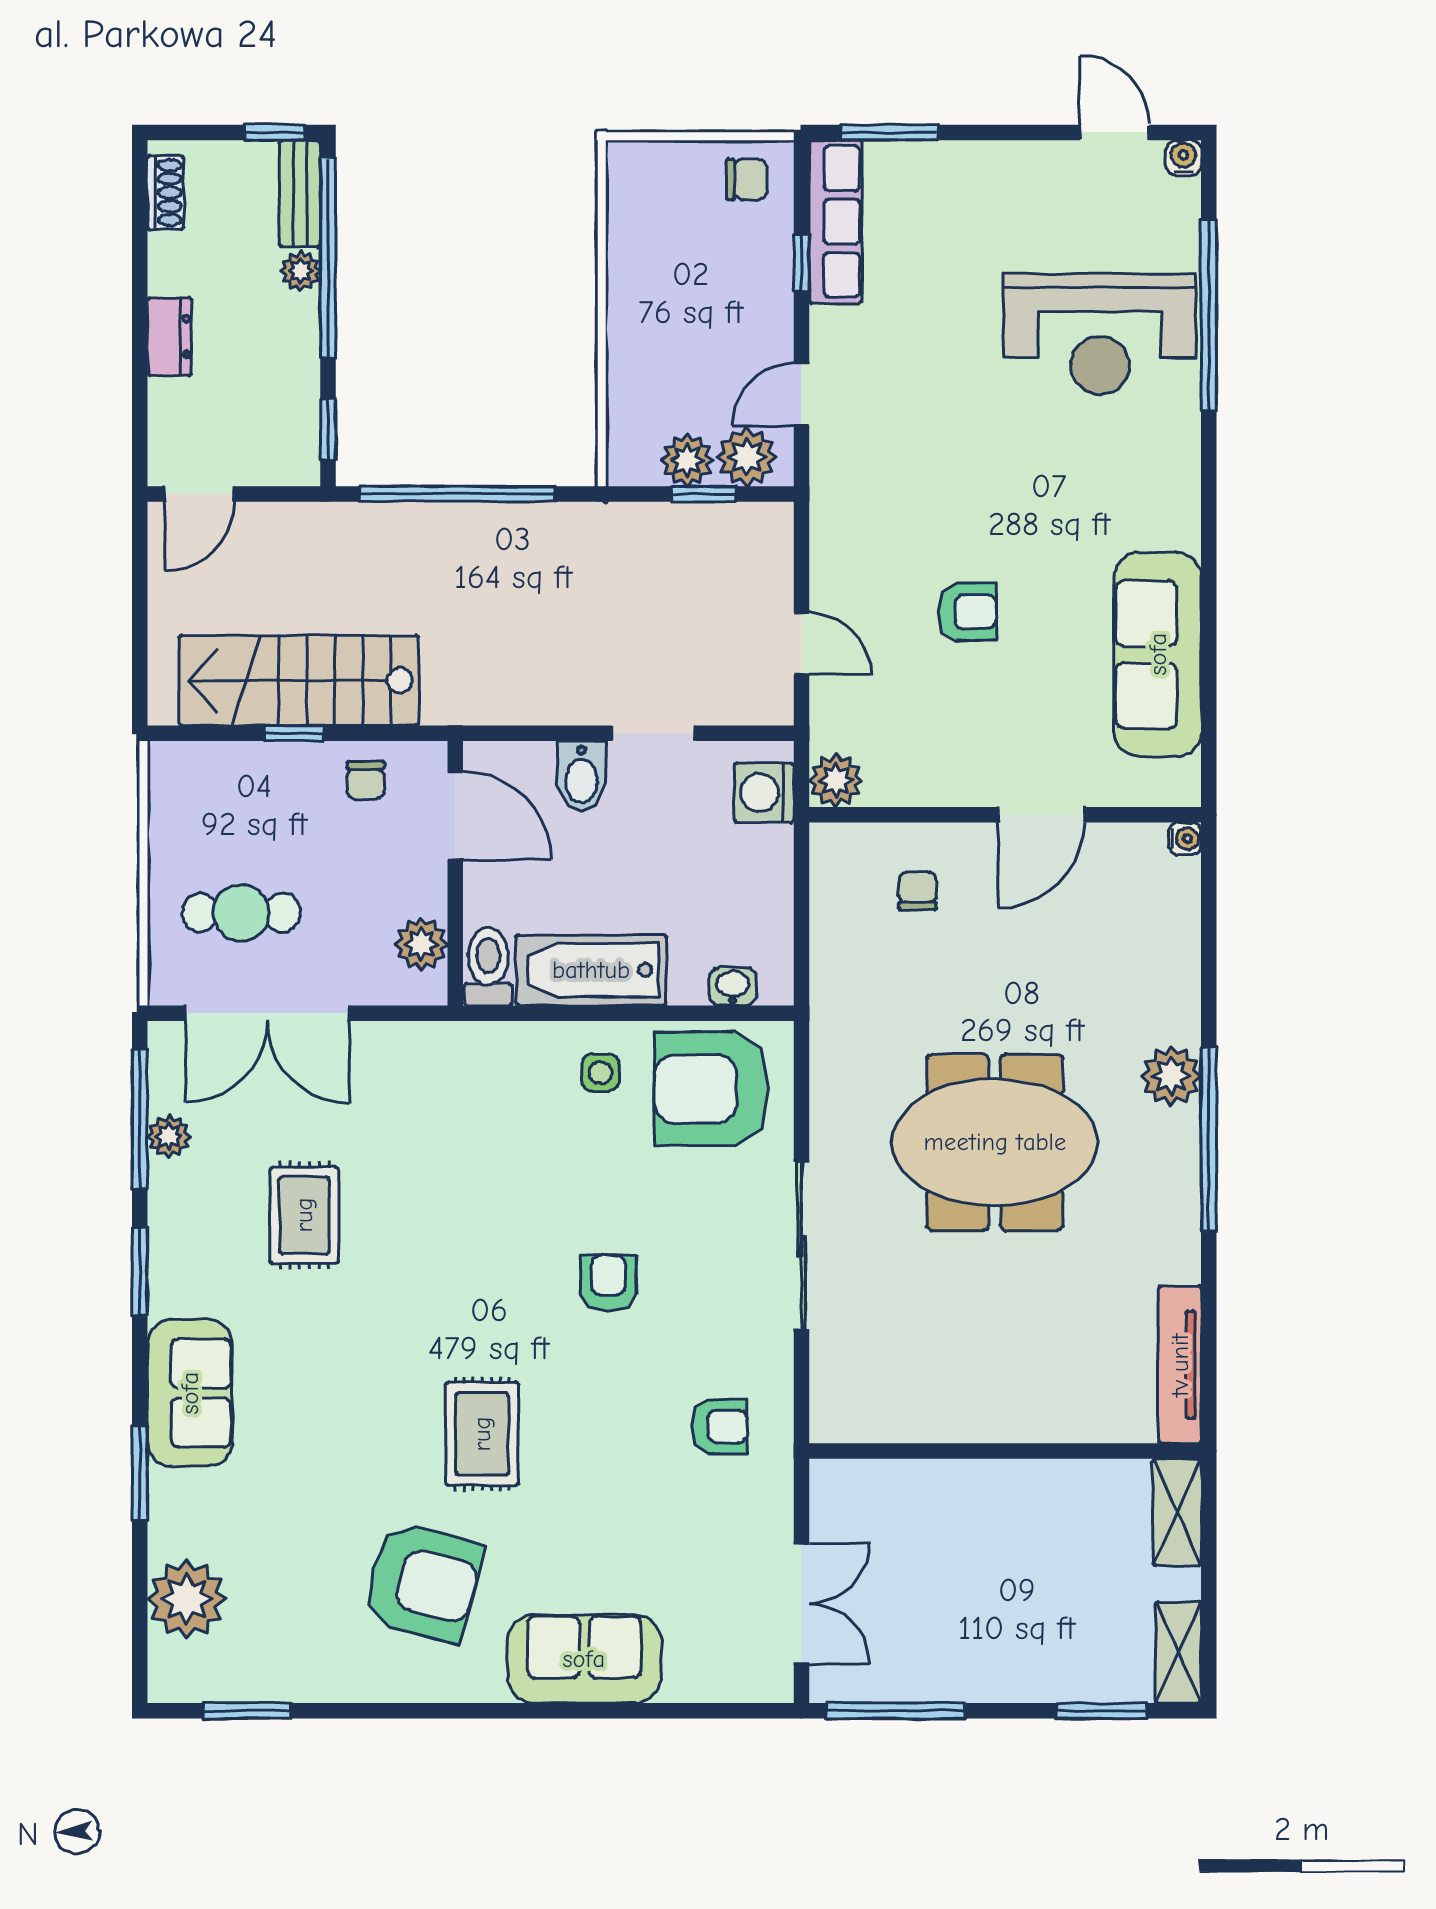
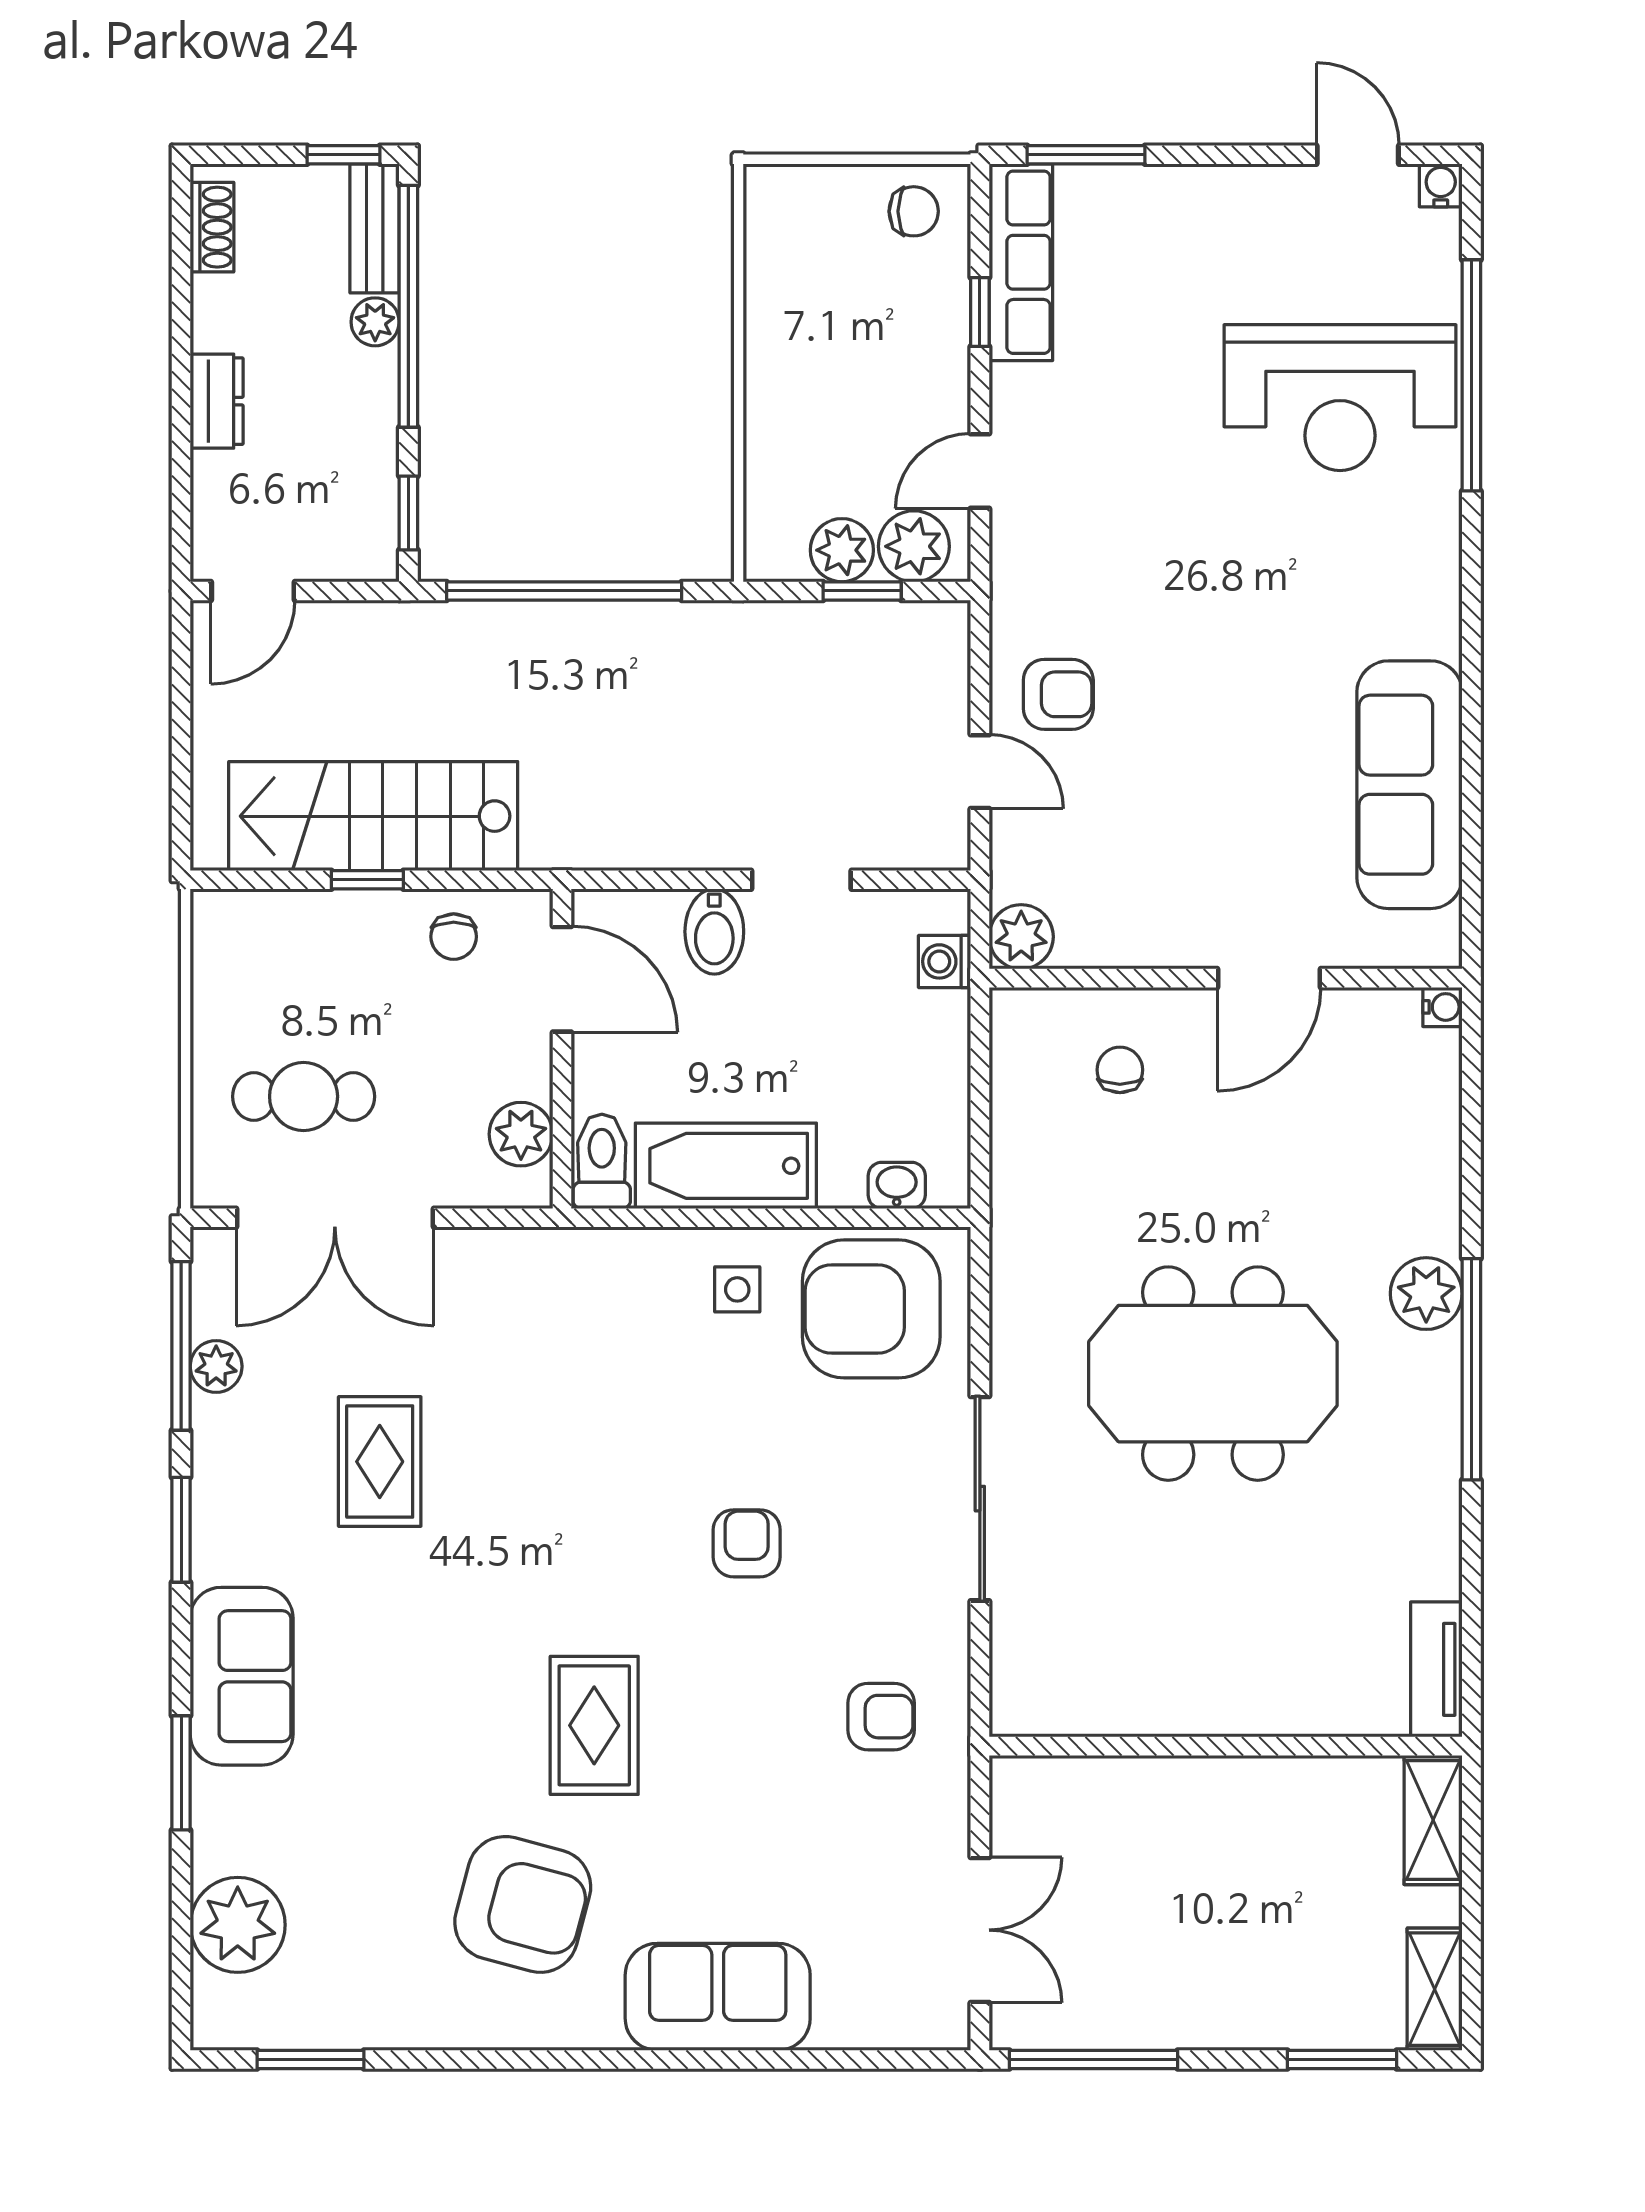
armchair: (967, 612) -> (1058, 694), moved
washing machine: (764, 793) -> (944, 961), width x0.73, depth x0.73
tv unit: (1180, 1365) -> (1436, 1669), width x0.71

